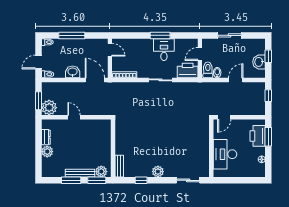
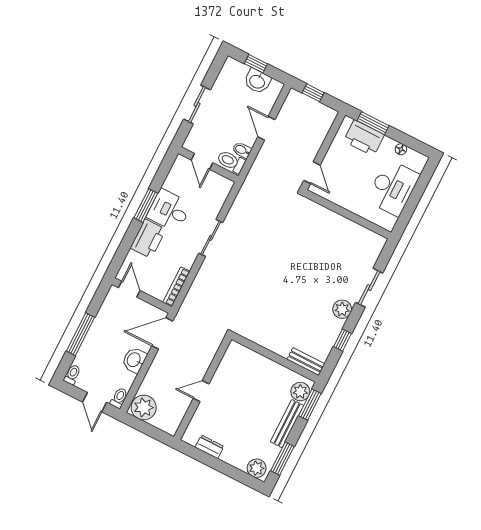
door: (110, 50) -> (129, 289), hinge flipped
printer: (188, 71) -> (148, 239), moved, turned 180
window: (38, 101) -> (151, 431), removed
plant: (49, 108) -> (144, 407), moved
plant: (47, 152) -> (257, 468), moved
desk: (225, 154) -> (393, 188), moved, turned -90
window: (71, 180) -> (282, 459), moved
sliding door: (188, 180) -> (369, 288), moved

